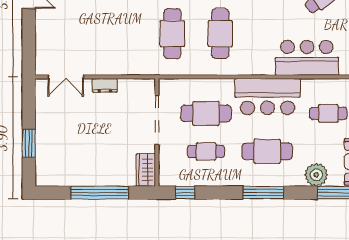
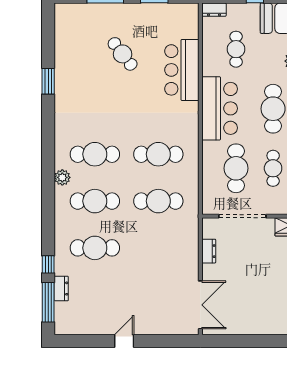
double door: (66, 77) -> (200, 305), width x1.37
dresser: (105, 85) -> (209, 251), moved
window: (29, 143) -> (265, 341), removed

